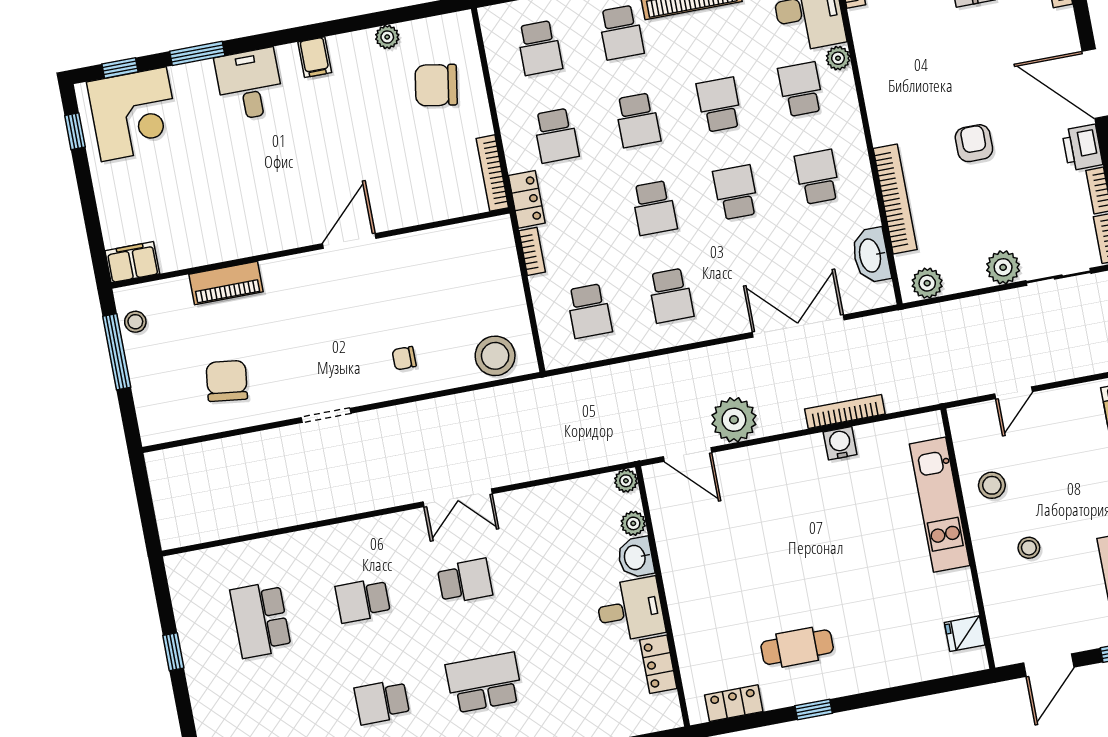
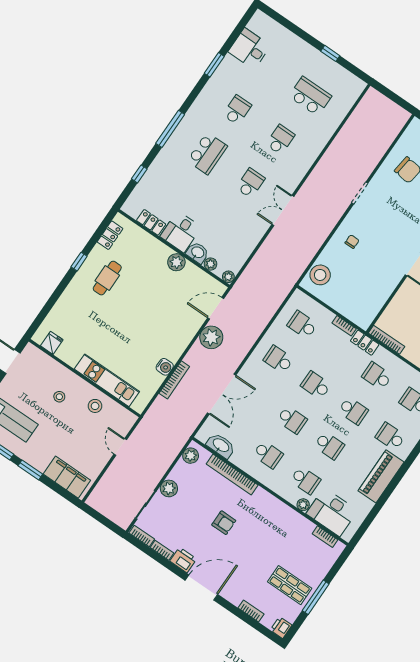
school desk: (638, 120) -> (353, 411), turned 180
plant: (678, 573) -> (176, 262), added
school desk: (465, 581) -> (250, 183), turned 180

